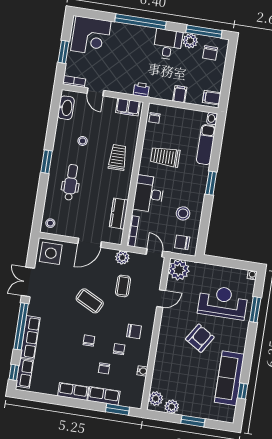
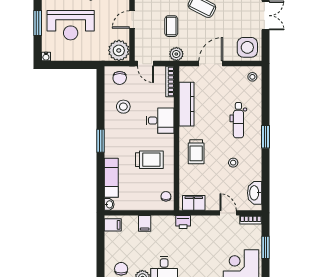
desk: (149, 194) -> (160, 121), width x0.73
kitchen counter: (119, 214) -> (186, 104), width x1.50
chair: (182, 242) -> (120, 78), turned 88

